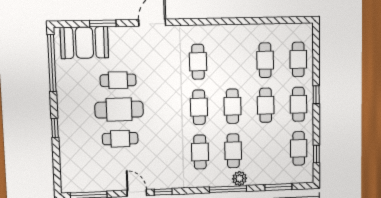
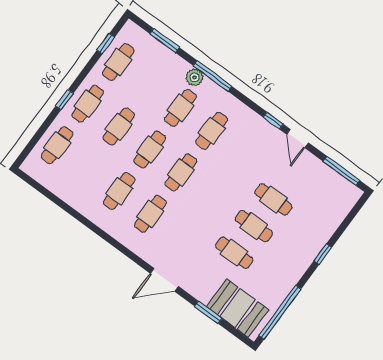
cafe table: (265, 60) -> (119, 191), moved
cafe table: (119, 110) -> (254, 226), width x0.73, depth x0.74

